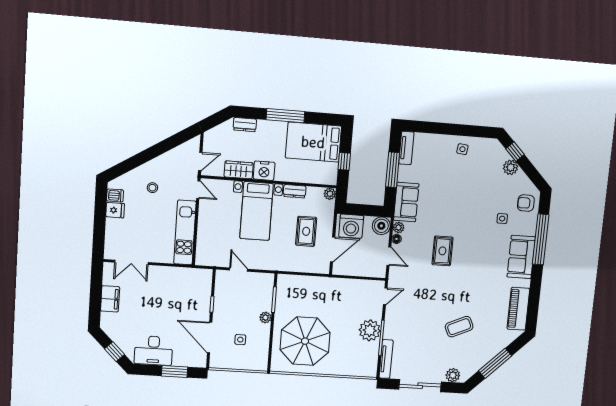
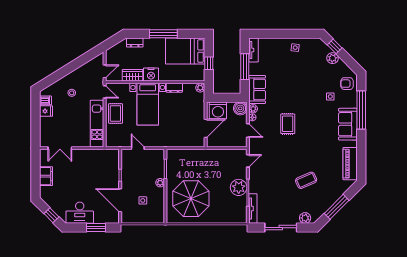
rug: (306, 231) -> (115, 113), moved

